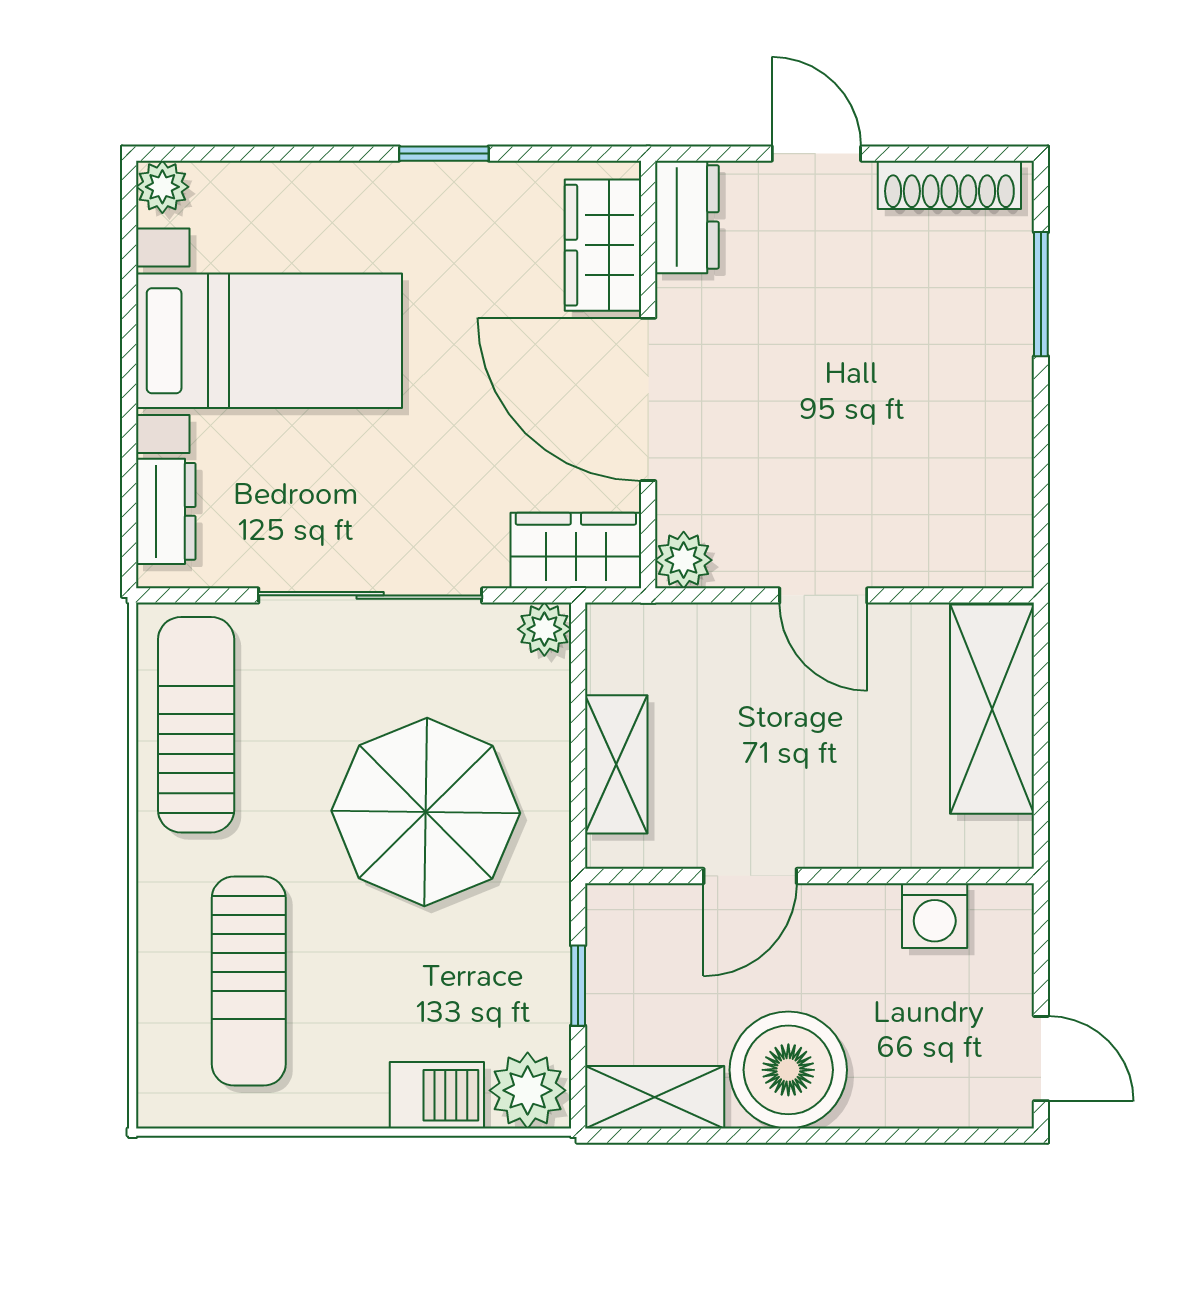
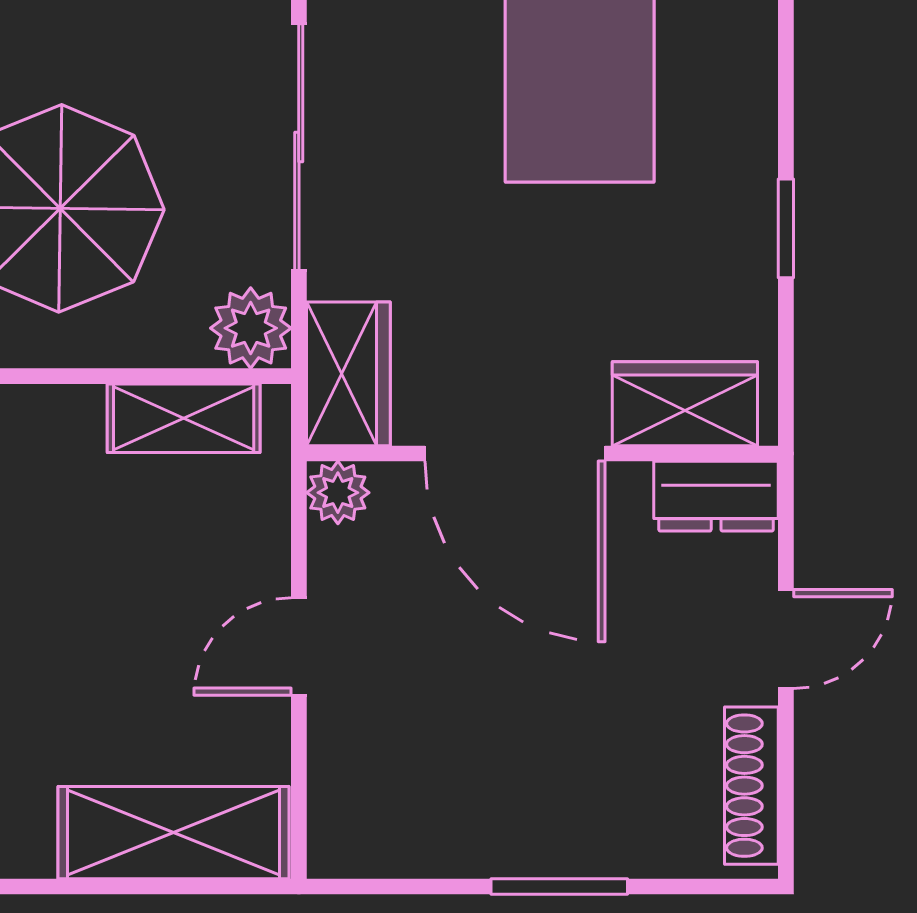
window: (1041, 294) -> (559, 887), moved
door: (648, 399) -> (515, 454), swing flipped
plant: (544, 629) -> (251, 328), width x1.38, depth x1.38
shelving: (616, 764) -> (184, 418), moved

